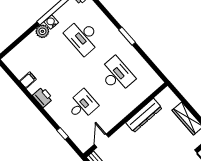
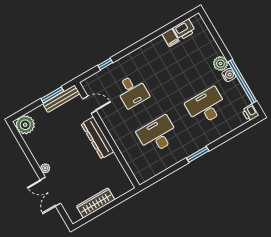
desk: (117, 75) -> (158, 135), turned 180
printer: (43, 97) -> (184, 30), moved
dresser: (144, 115) -> (97, 138), moved

